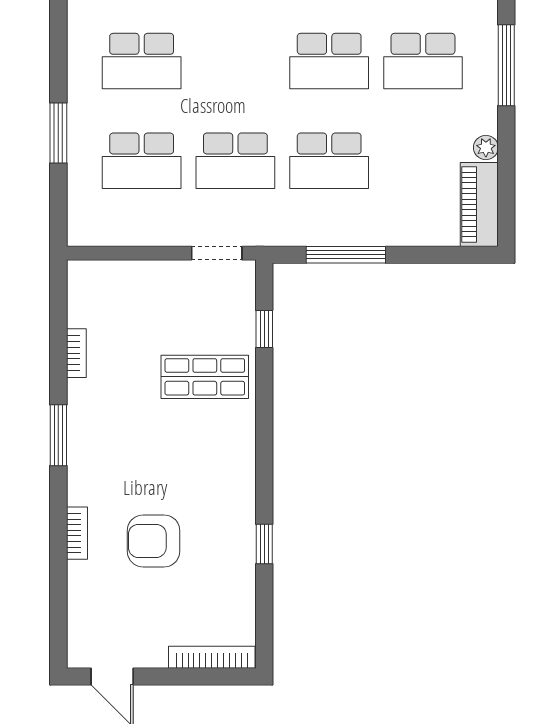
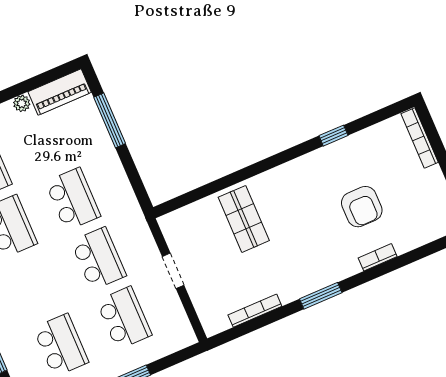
doorway: (217, 253) -> (173, 271), moved
window: (346, 255) -> (110, 120), moved
window: (264, 329) -> (197, 194), removed
bookcase: (76, 353) -> (255, 311), width x1.56

